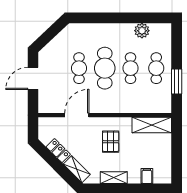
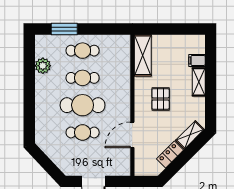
window: (177, 82) -> (64, 29), moved
door: (77, 115) -> (132, 135), hinge flipped
pallet: (111, 142) -> (161, 99), turned 90
shelving: (114, 178) -> (199, 82), moved

